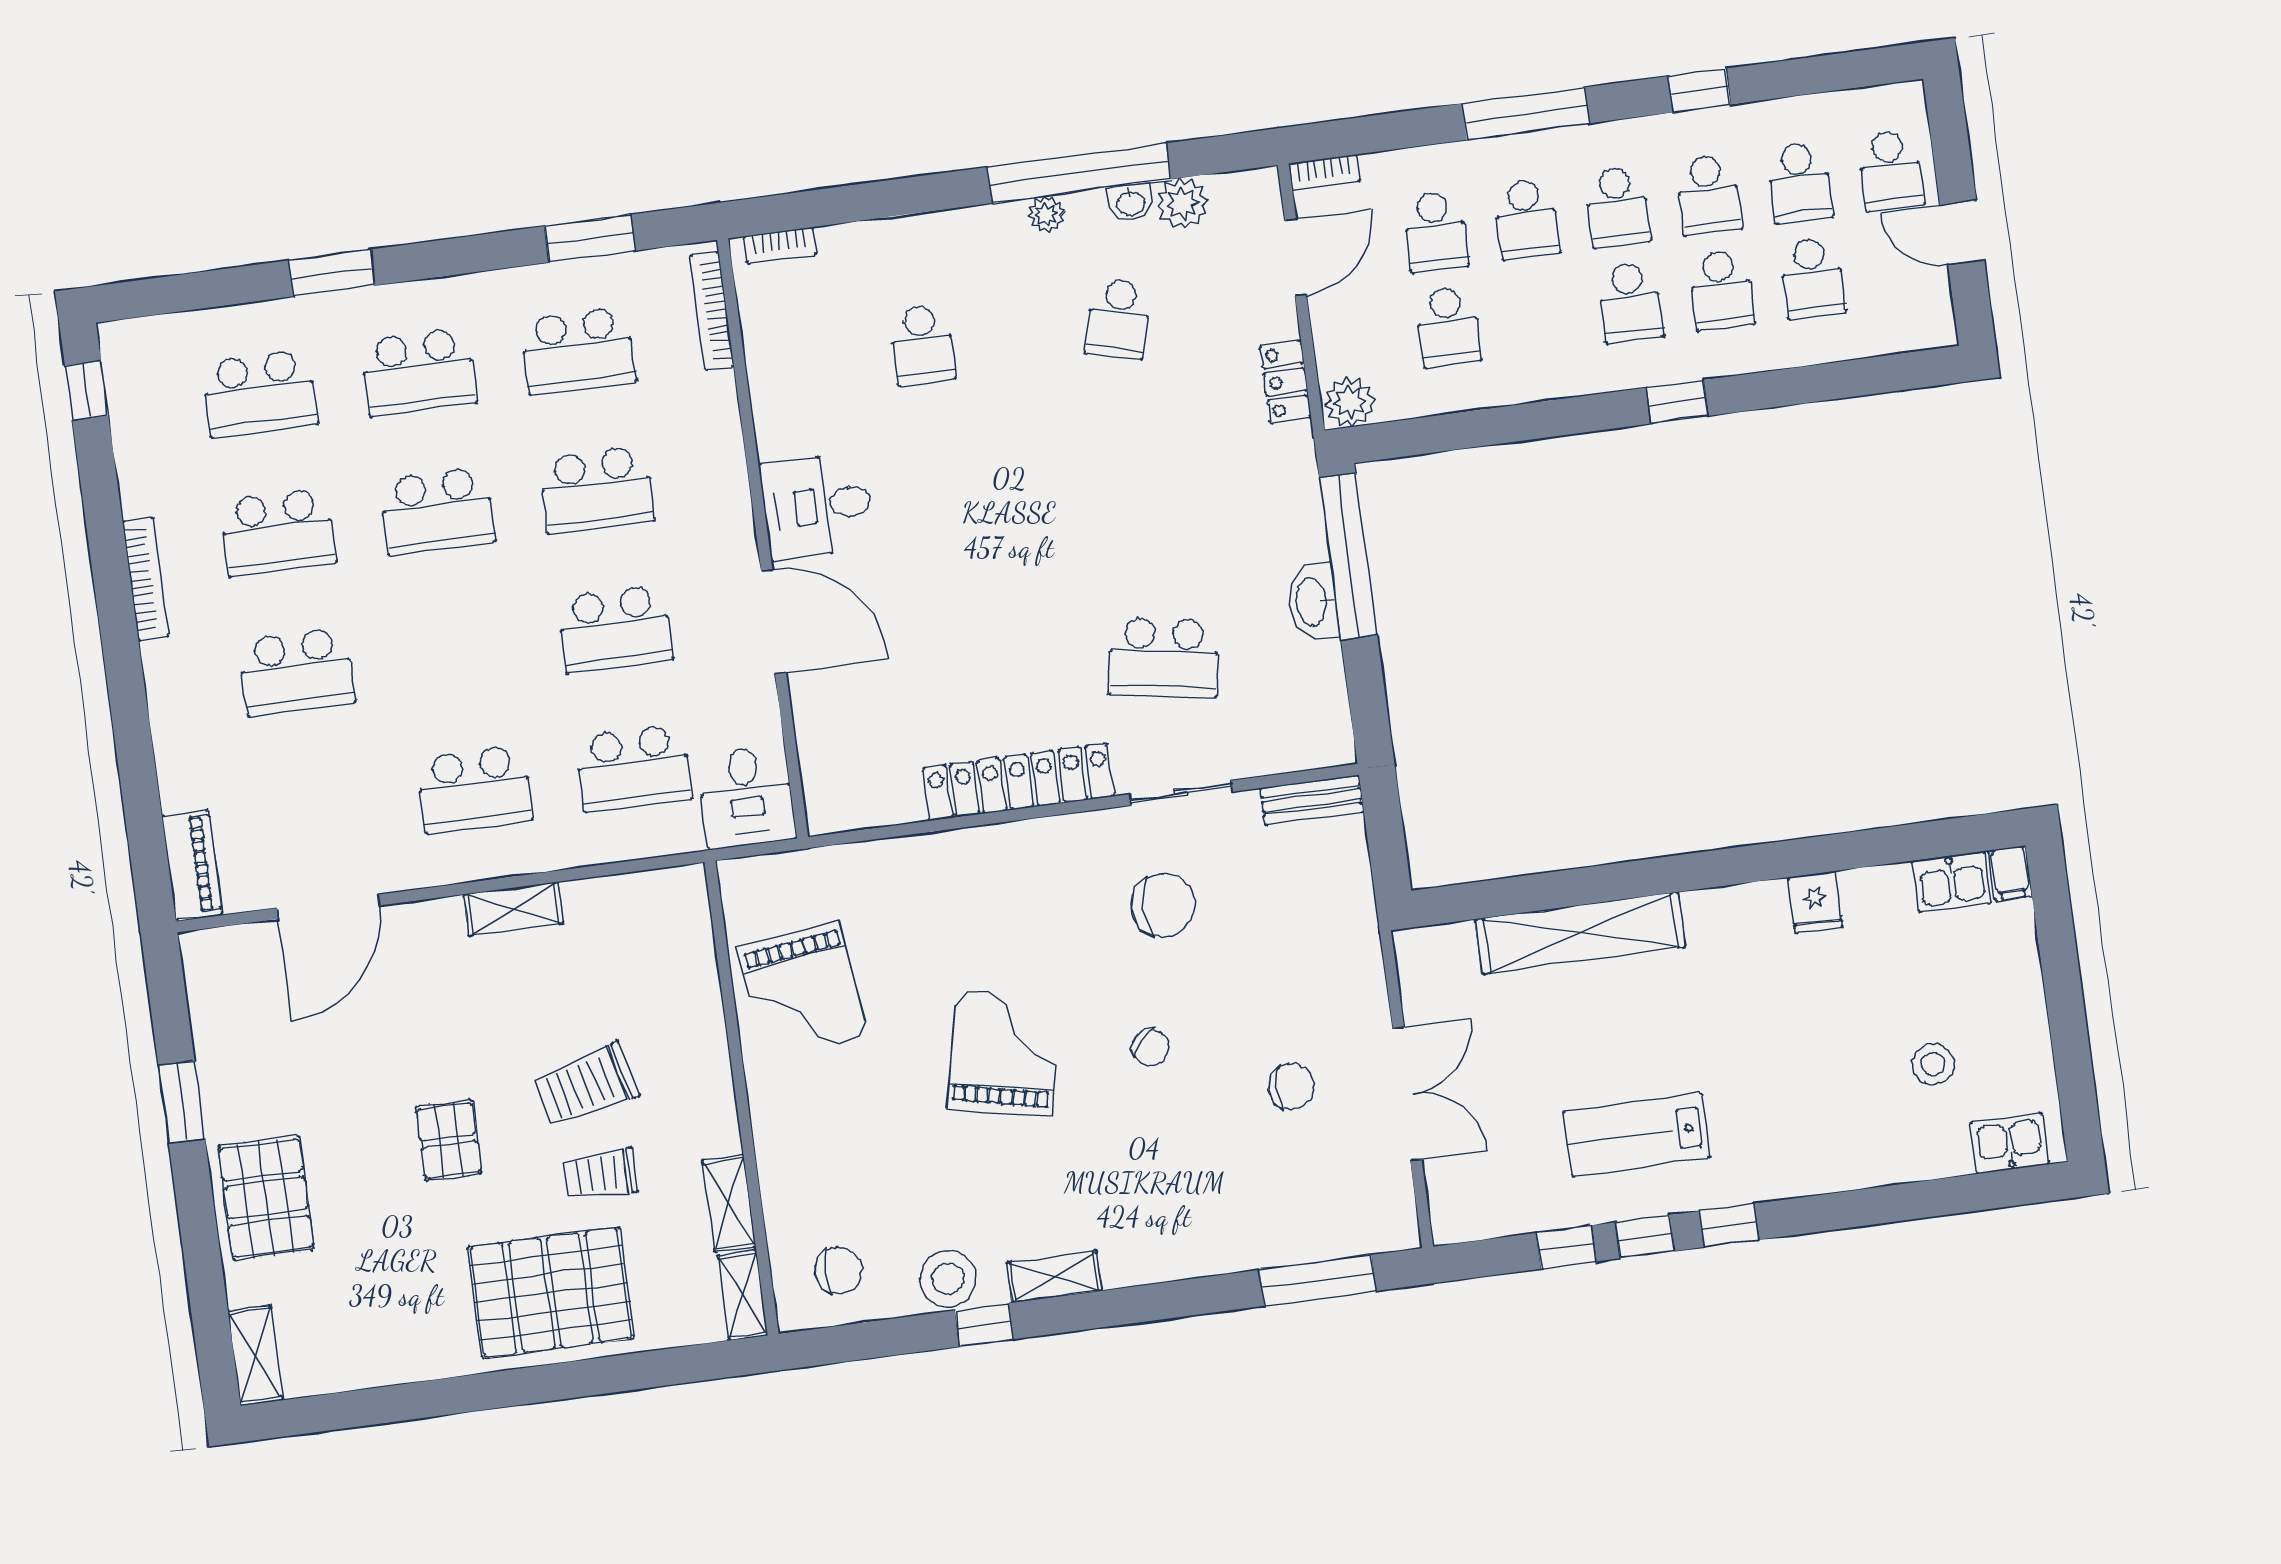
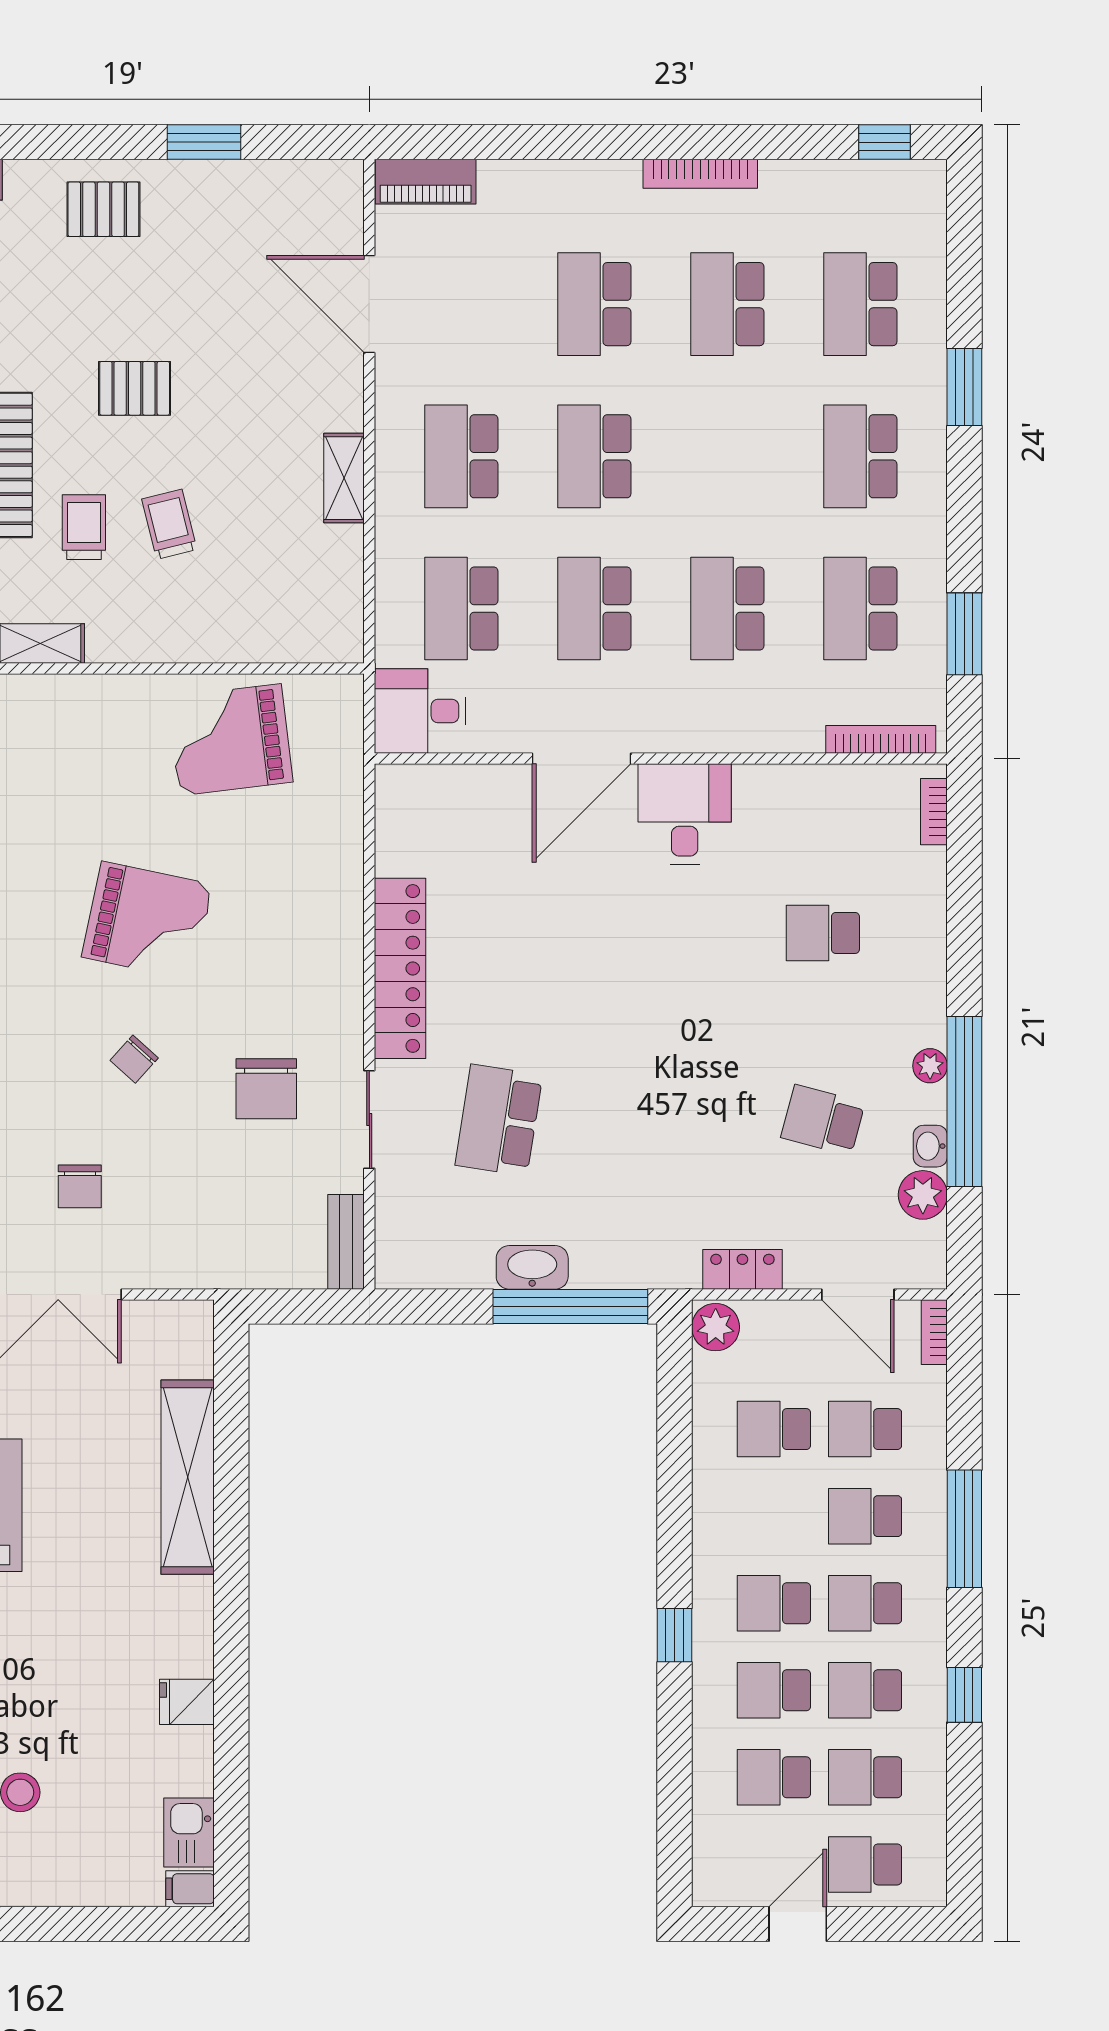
school desk: (437, 511) -> (594, 456), moved
trolley: (586, 1085) -> (169, 524), width x0.73, depth x0.72
pallet: (266, 1198) -> (103, 209), width x0.67, depth x0.71

